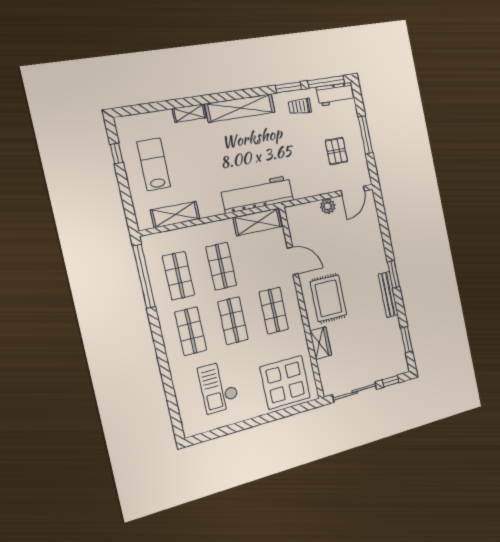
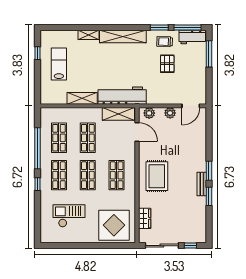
window: (366, 135) -> (209, 54), moved
pallet: (336, 151) -> (167, 64), moved
plant: (300, 212) -> (149, 113), added
shelving: (175, 215) -> (82, 98), moved
door: (293, 261) -> (137, 132), moved
window: (144, 276) -> (38, 148), moved
bench: (388, 295) -> (202, 184), width x0.73
window: (407, 340) -> (209, 196), moved
wardrobe: (321, 343) -> (145, 218), moved
window: (161, 353) -> (38, 184), added
checkout: (219, 387) -> (69, 216), turned 90

